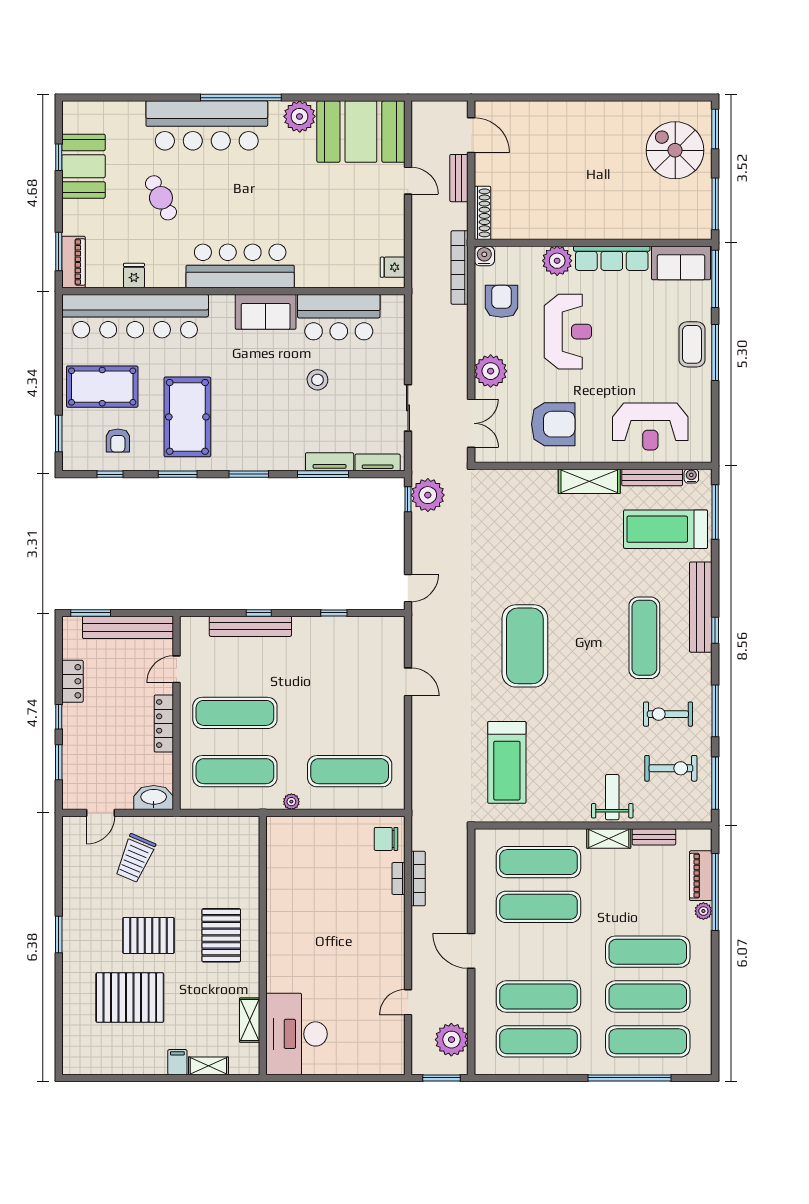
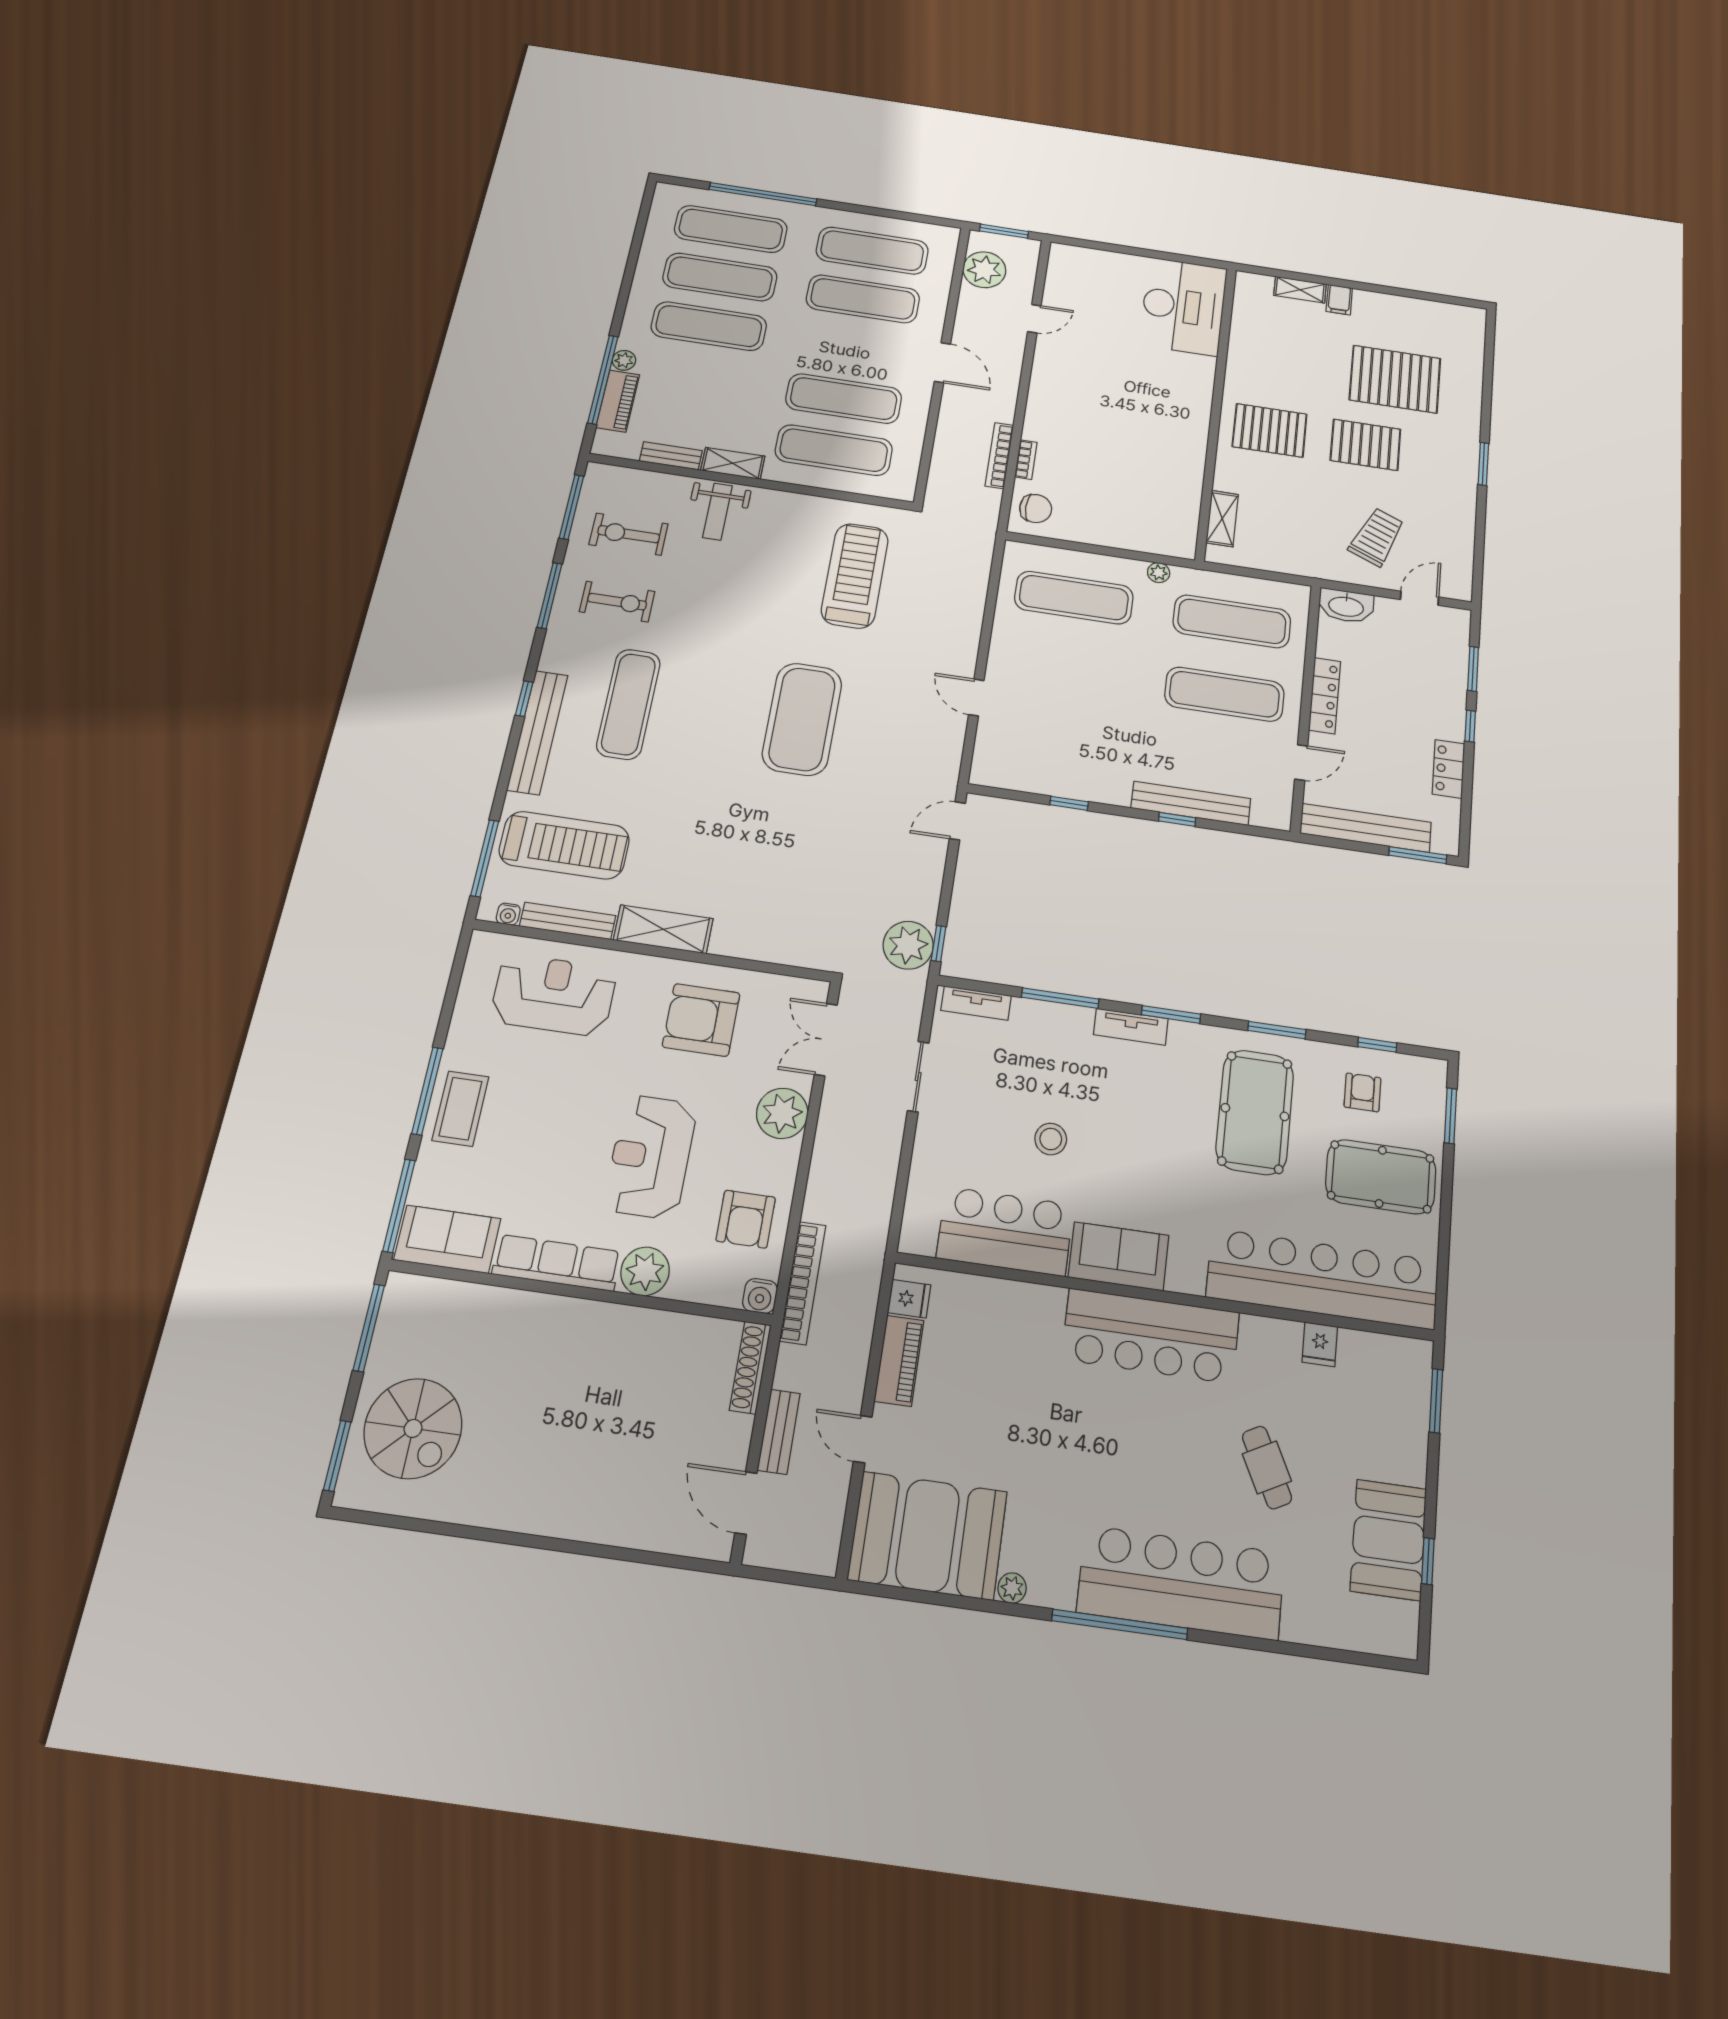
plant: (300, 116) -> (1012, 1588), width x0.53, depth x0.53
piano: (74, 262) -> (899, 1361), moved, turned 180
tv unit: (330, 462) -> (1131, 1027), moved
pallet: (221, 935) -> (1270, 430), turned 90
shelving: (250, 1020) -> (1222, 519), moved

